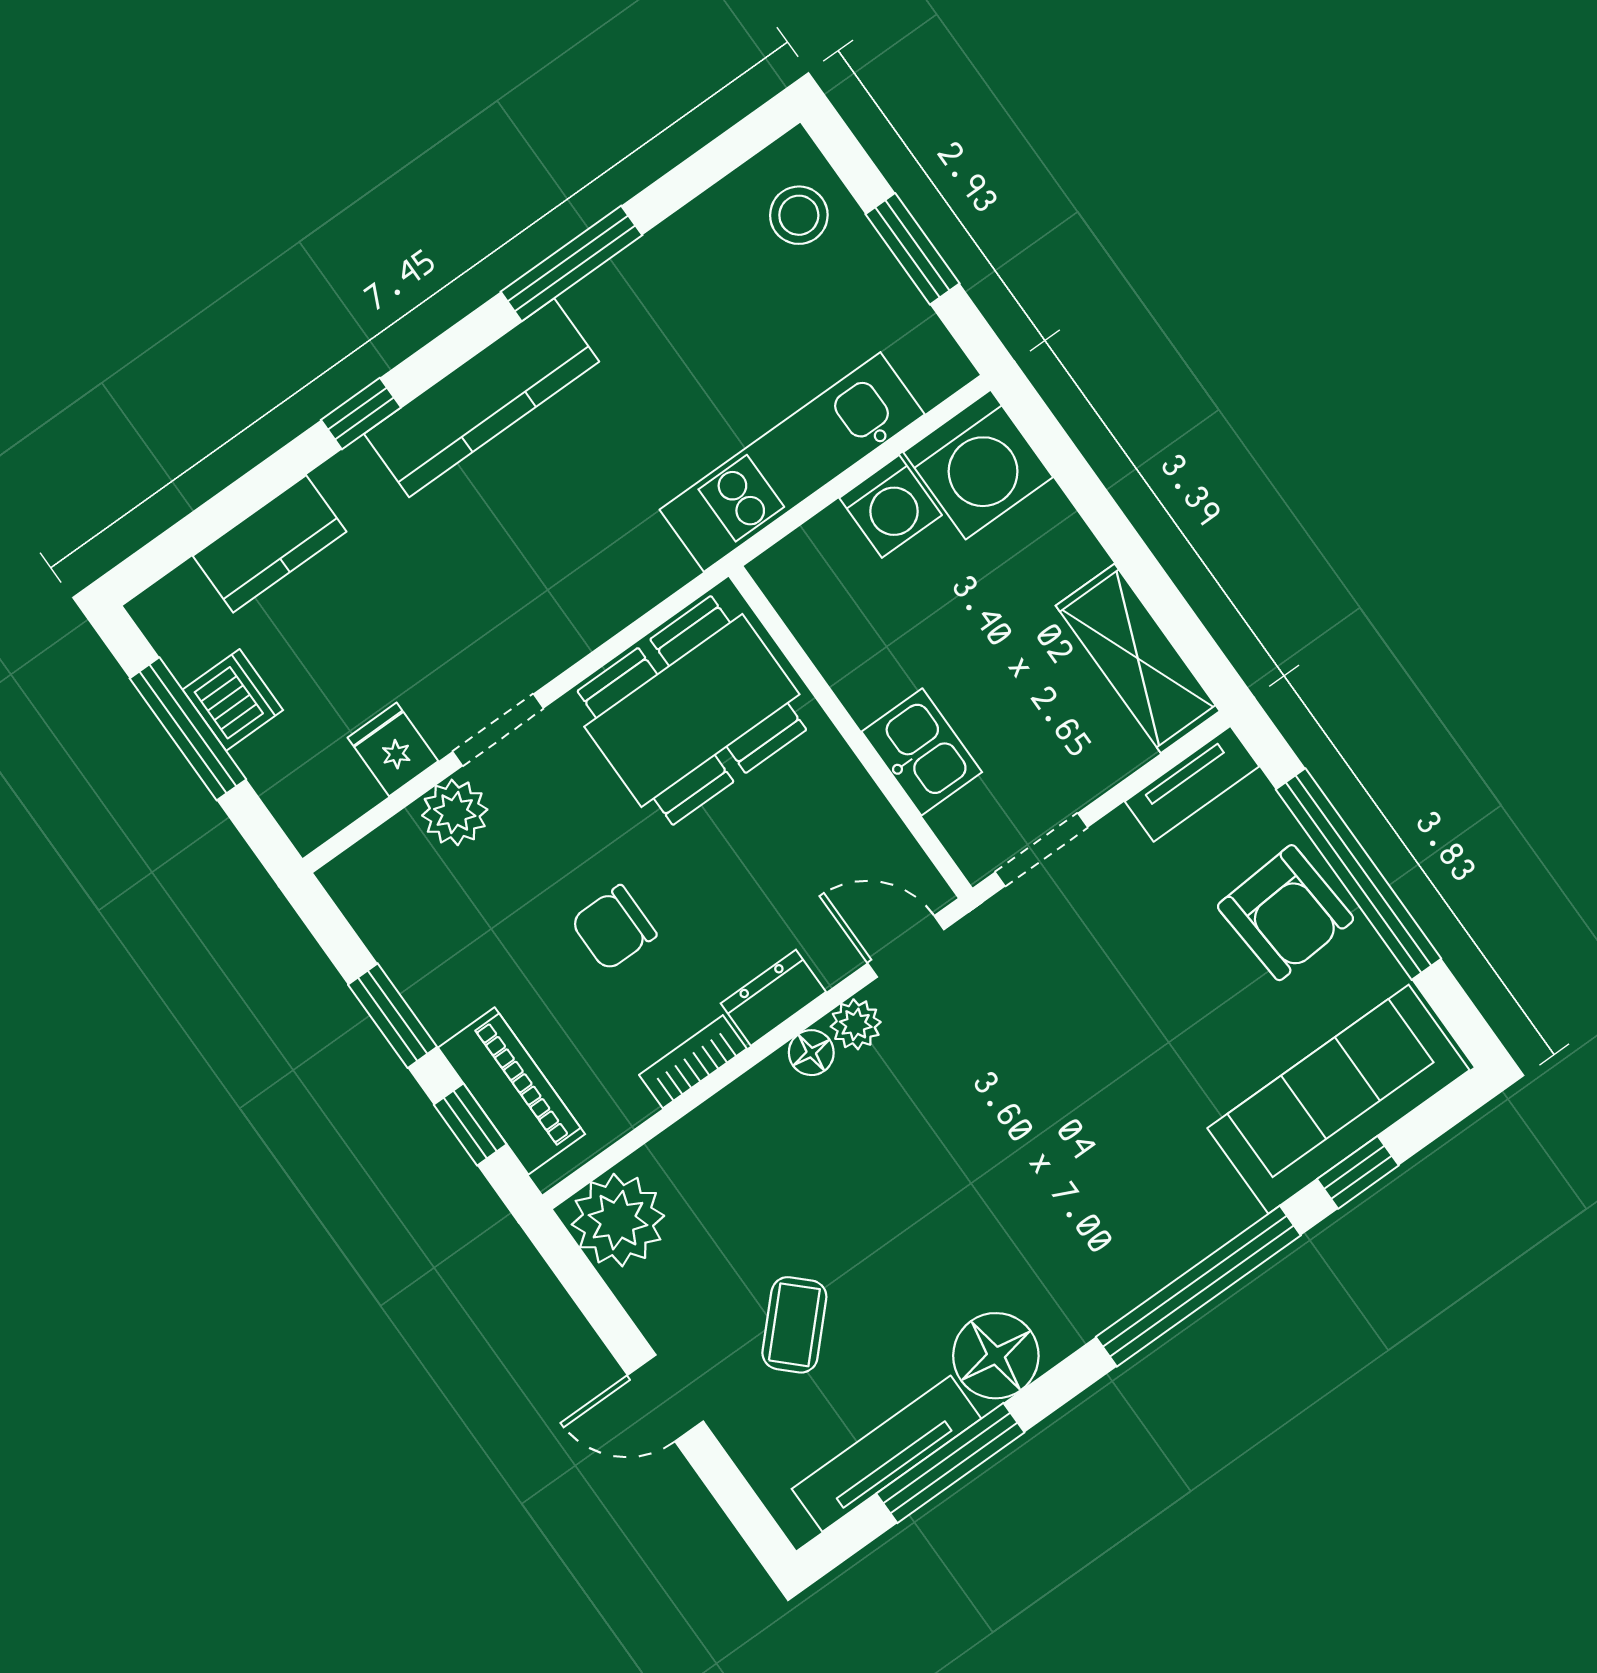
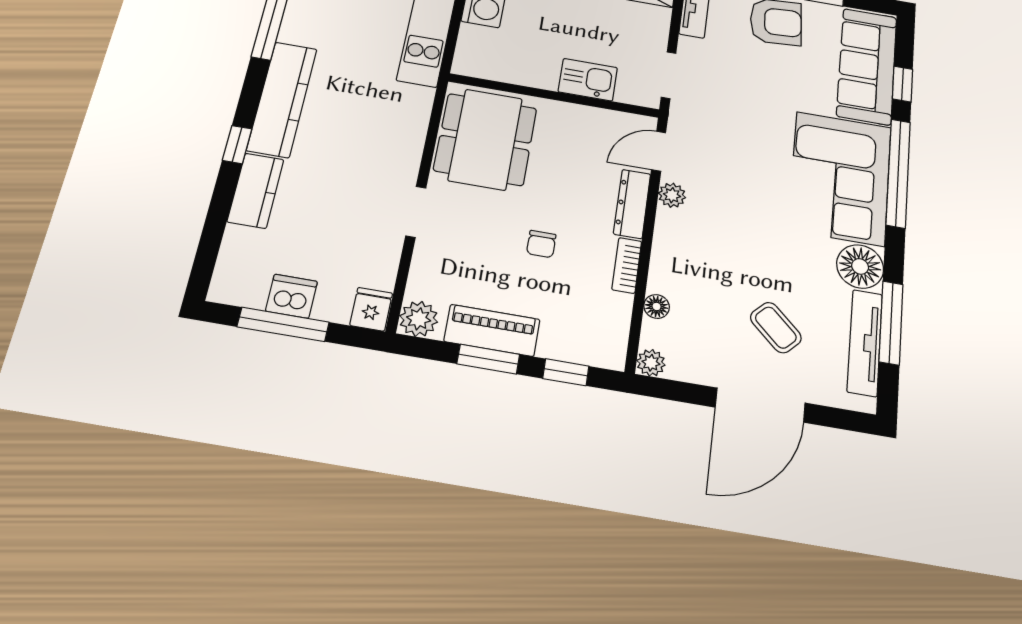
kitchen counter: (270, 544) -> (256, 191), moved
fridge: (393, 749) -> (371, 309), moved, turned 90
plant: (455, 812) -> (419, 319), moved
chair: (614, 928) -> (541, 244), width x0.73, depth x0.73
dresser: (773, 998) -> (632, 204), width x1.44
floor lamp: (811, 1053) -> (657, 306), moved
piano: (511, 1091) -> (492, 330), moved
corner sofa: (1110, 1217) -> (840, 178), added
plant: (618, 1220) -> (651, 363), width x0.53, depth x0.53
door: (665, 1398) -> (760, 405), width x1.88

